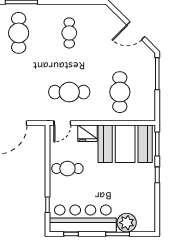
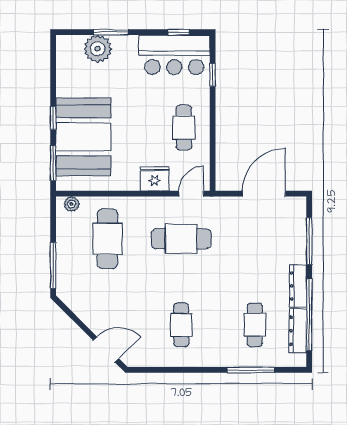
door: (136, 31) -> (106, 349), moved
cafe table: (19, 33) -> (255, 325), width x0.73, depth x0.74
plant: (145, 116) -> (72, 204), added
booth: (125, 144) -> (83, 137), moved, turned 90
cafe table: (67, 168) -> (184, 128), turned 90
bar counter: (83, 218) -> (174, 55), width x0.73

